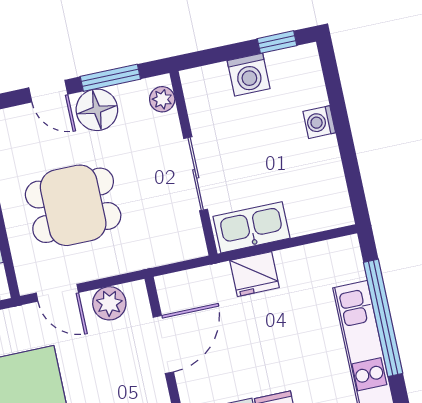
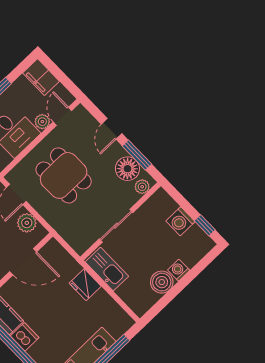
floor lamp: (97, 110) -> (127, 169), moved
boiler: (321, 158) -> (162, 282), added

